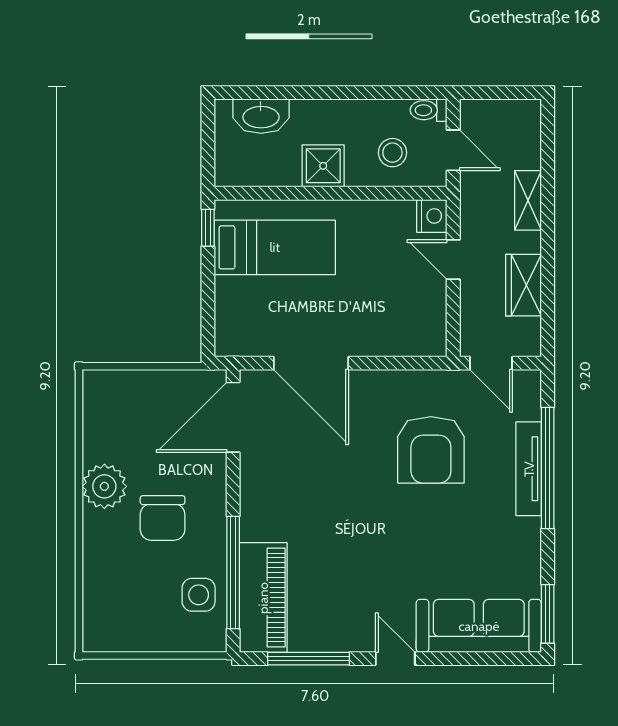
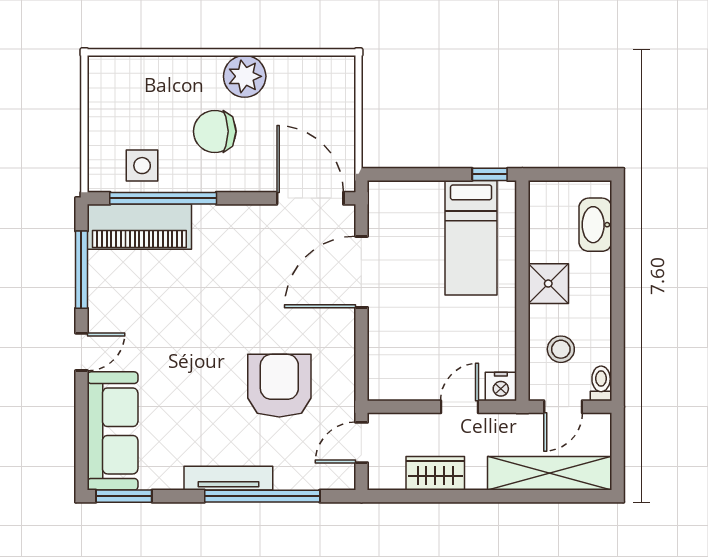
shelving: (528, 200) -> (549, 473), width x2.20, depth x1.33
armchair: (431, 450) -> (279, 386), turned 90
tv unit: (529, 469) -> (228, 478), moved

